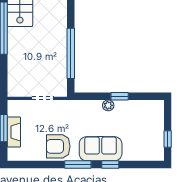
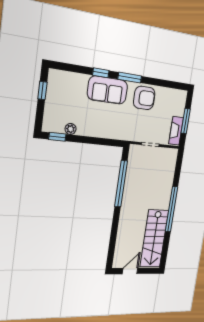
window: (120, 96) -> (57, 137), moved
plant: (108, 105) -> (71, 129), moved
fireplace: (14, 132) -> (176, 131), moved

